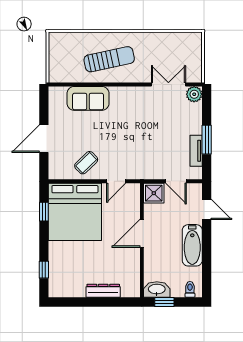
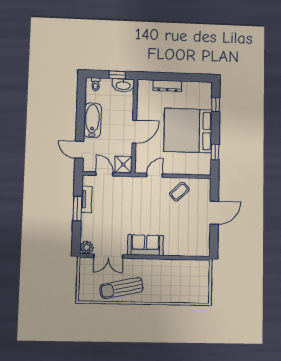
sun lounger: (109, 59) -> (122, 288), moved
sofa: (88, 98) -> (145, 245), moved
bed: (75, 212) -> (188, 130), moved, turned -90

